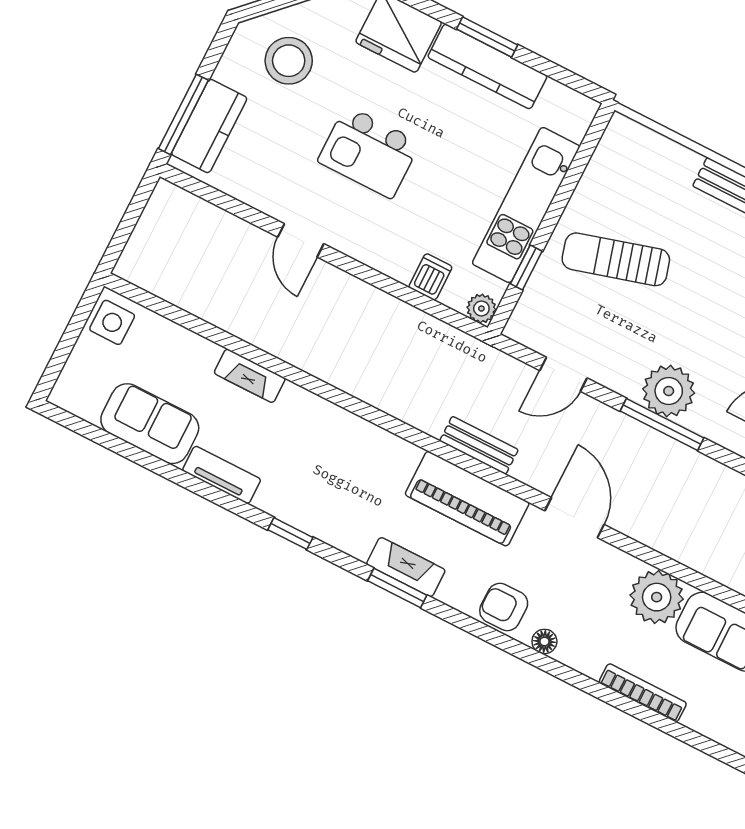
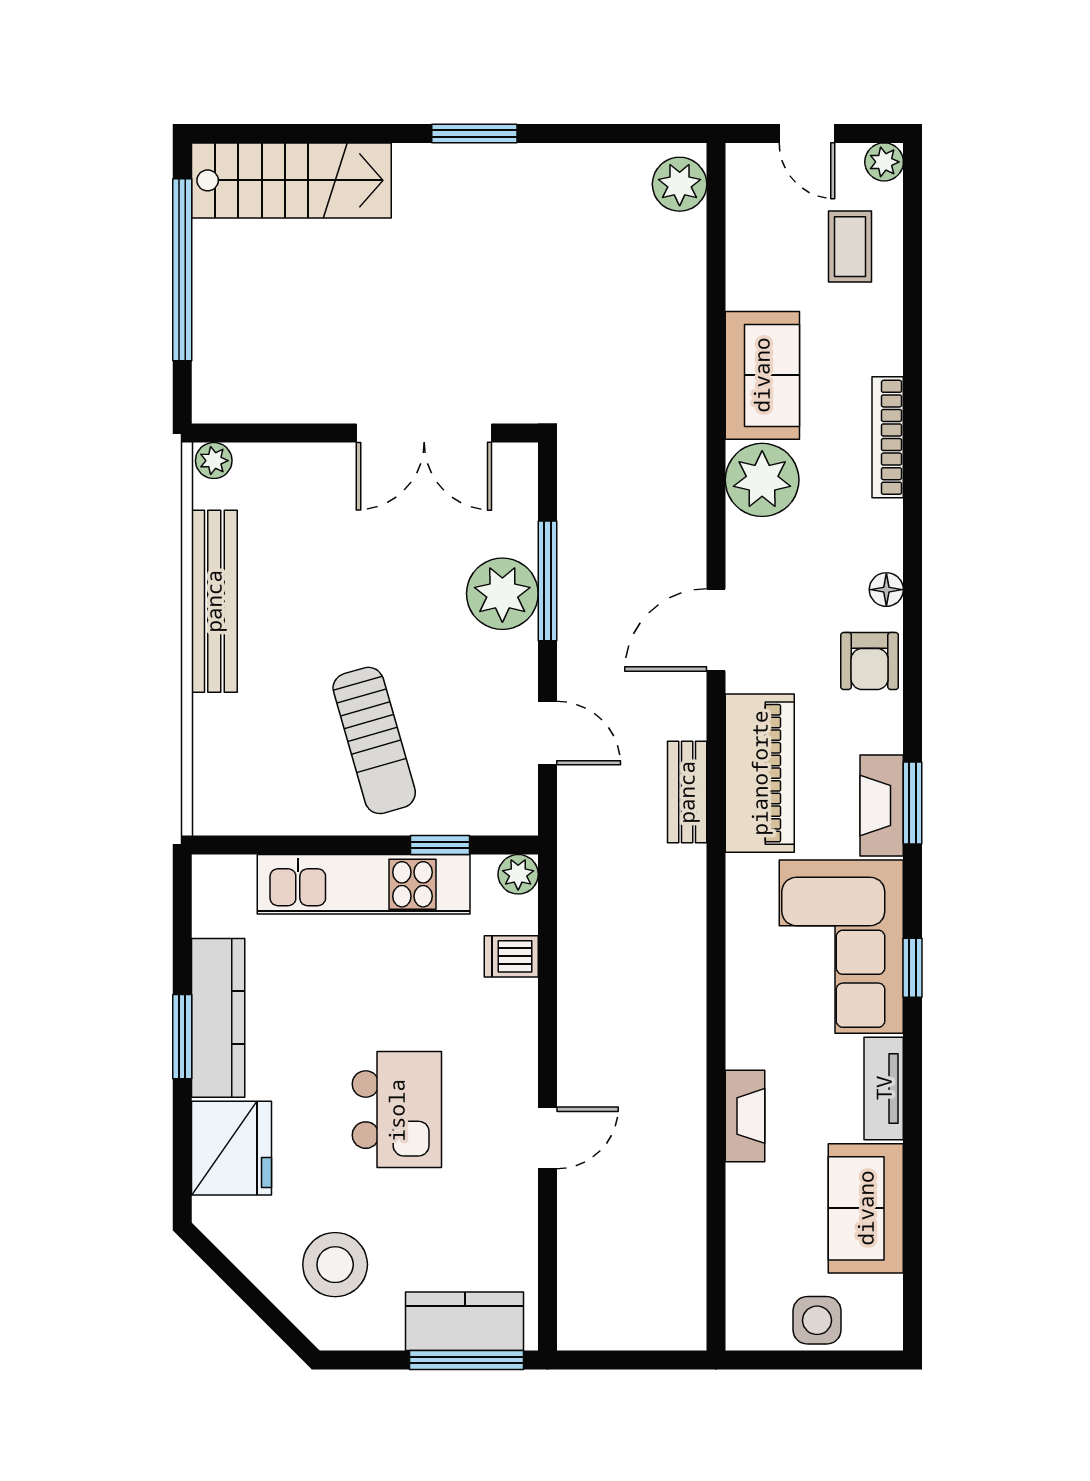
side table: (112, 322) -> (817, 1320), moved
corner sofa: (328, 494) -> (841, 947), added

